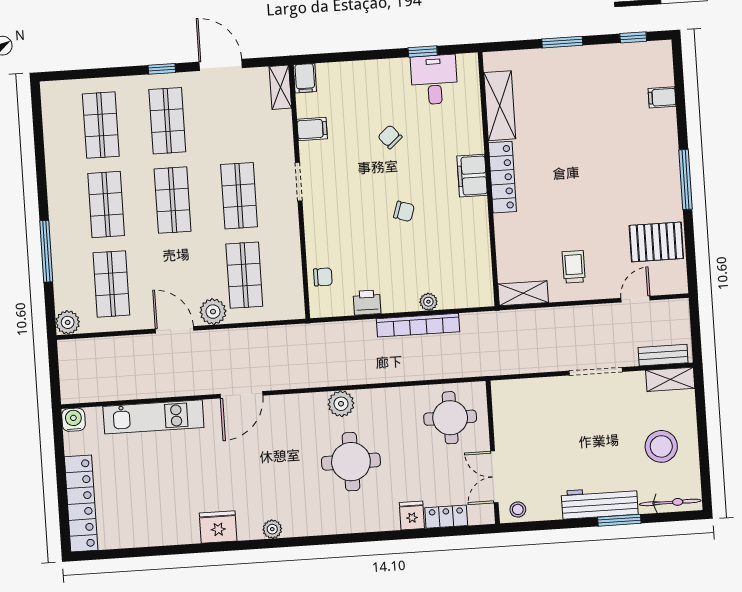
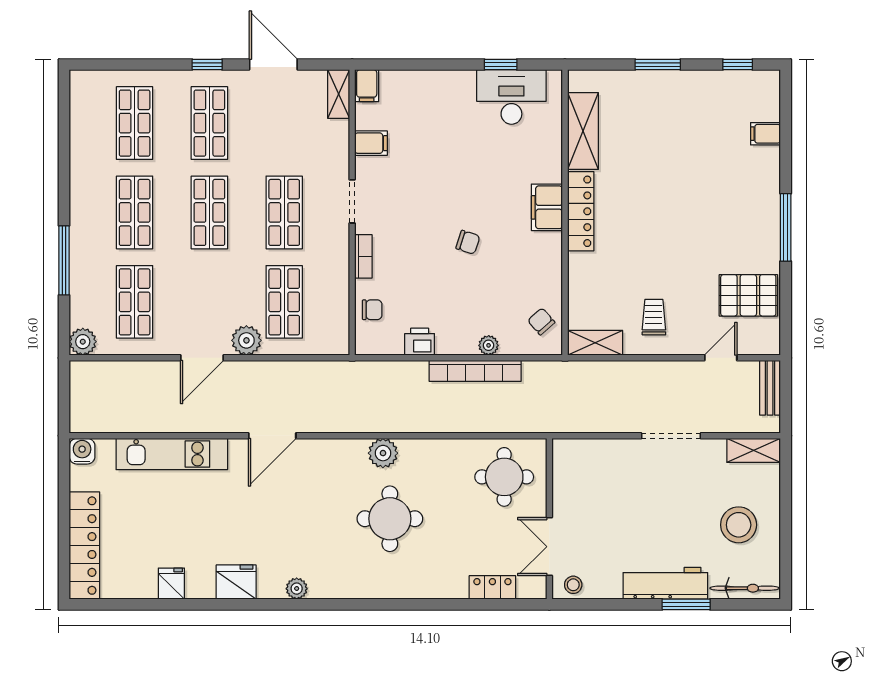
desk: (434, 80) -> (511, 97), width x1.37
chair: (390, 137) -> (541, 321), moved
bookcase: (312, 230) -> (363, 256), added
door: (175, 330) -> (202, 358), swing flipped
bench: (663, 355) -> (770, 388), moved, turned 90
fridge: (412, 516) -> (171, 584), moved

